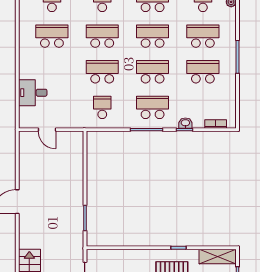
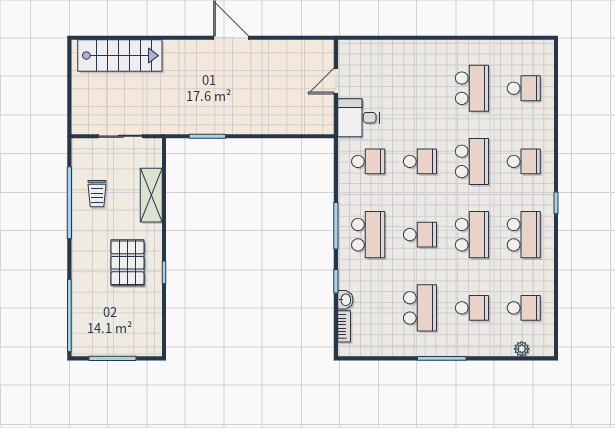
school desk: (203, 36) -> (472, 308), width x0.54
school desk: (102, 72) -> (420, 161), width x0.54
school desk: (153, 72) -> (420, 235), width x0.54
desk: (33, 93) -> (358, 118), moved, turned -90
washbasin: (185, 123) -> (345, 300), moved
shelving: (218, 256) -> (151, 195), moved

